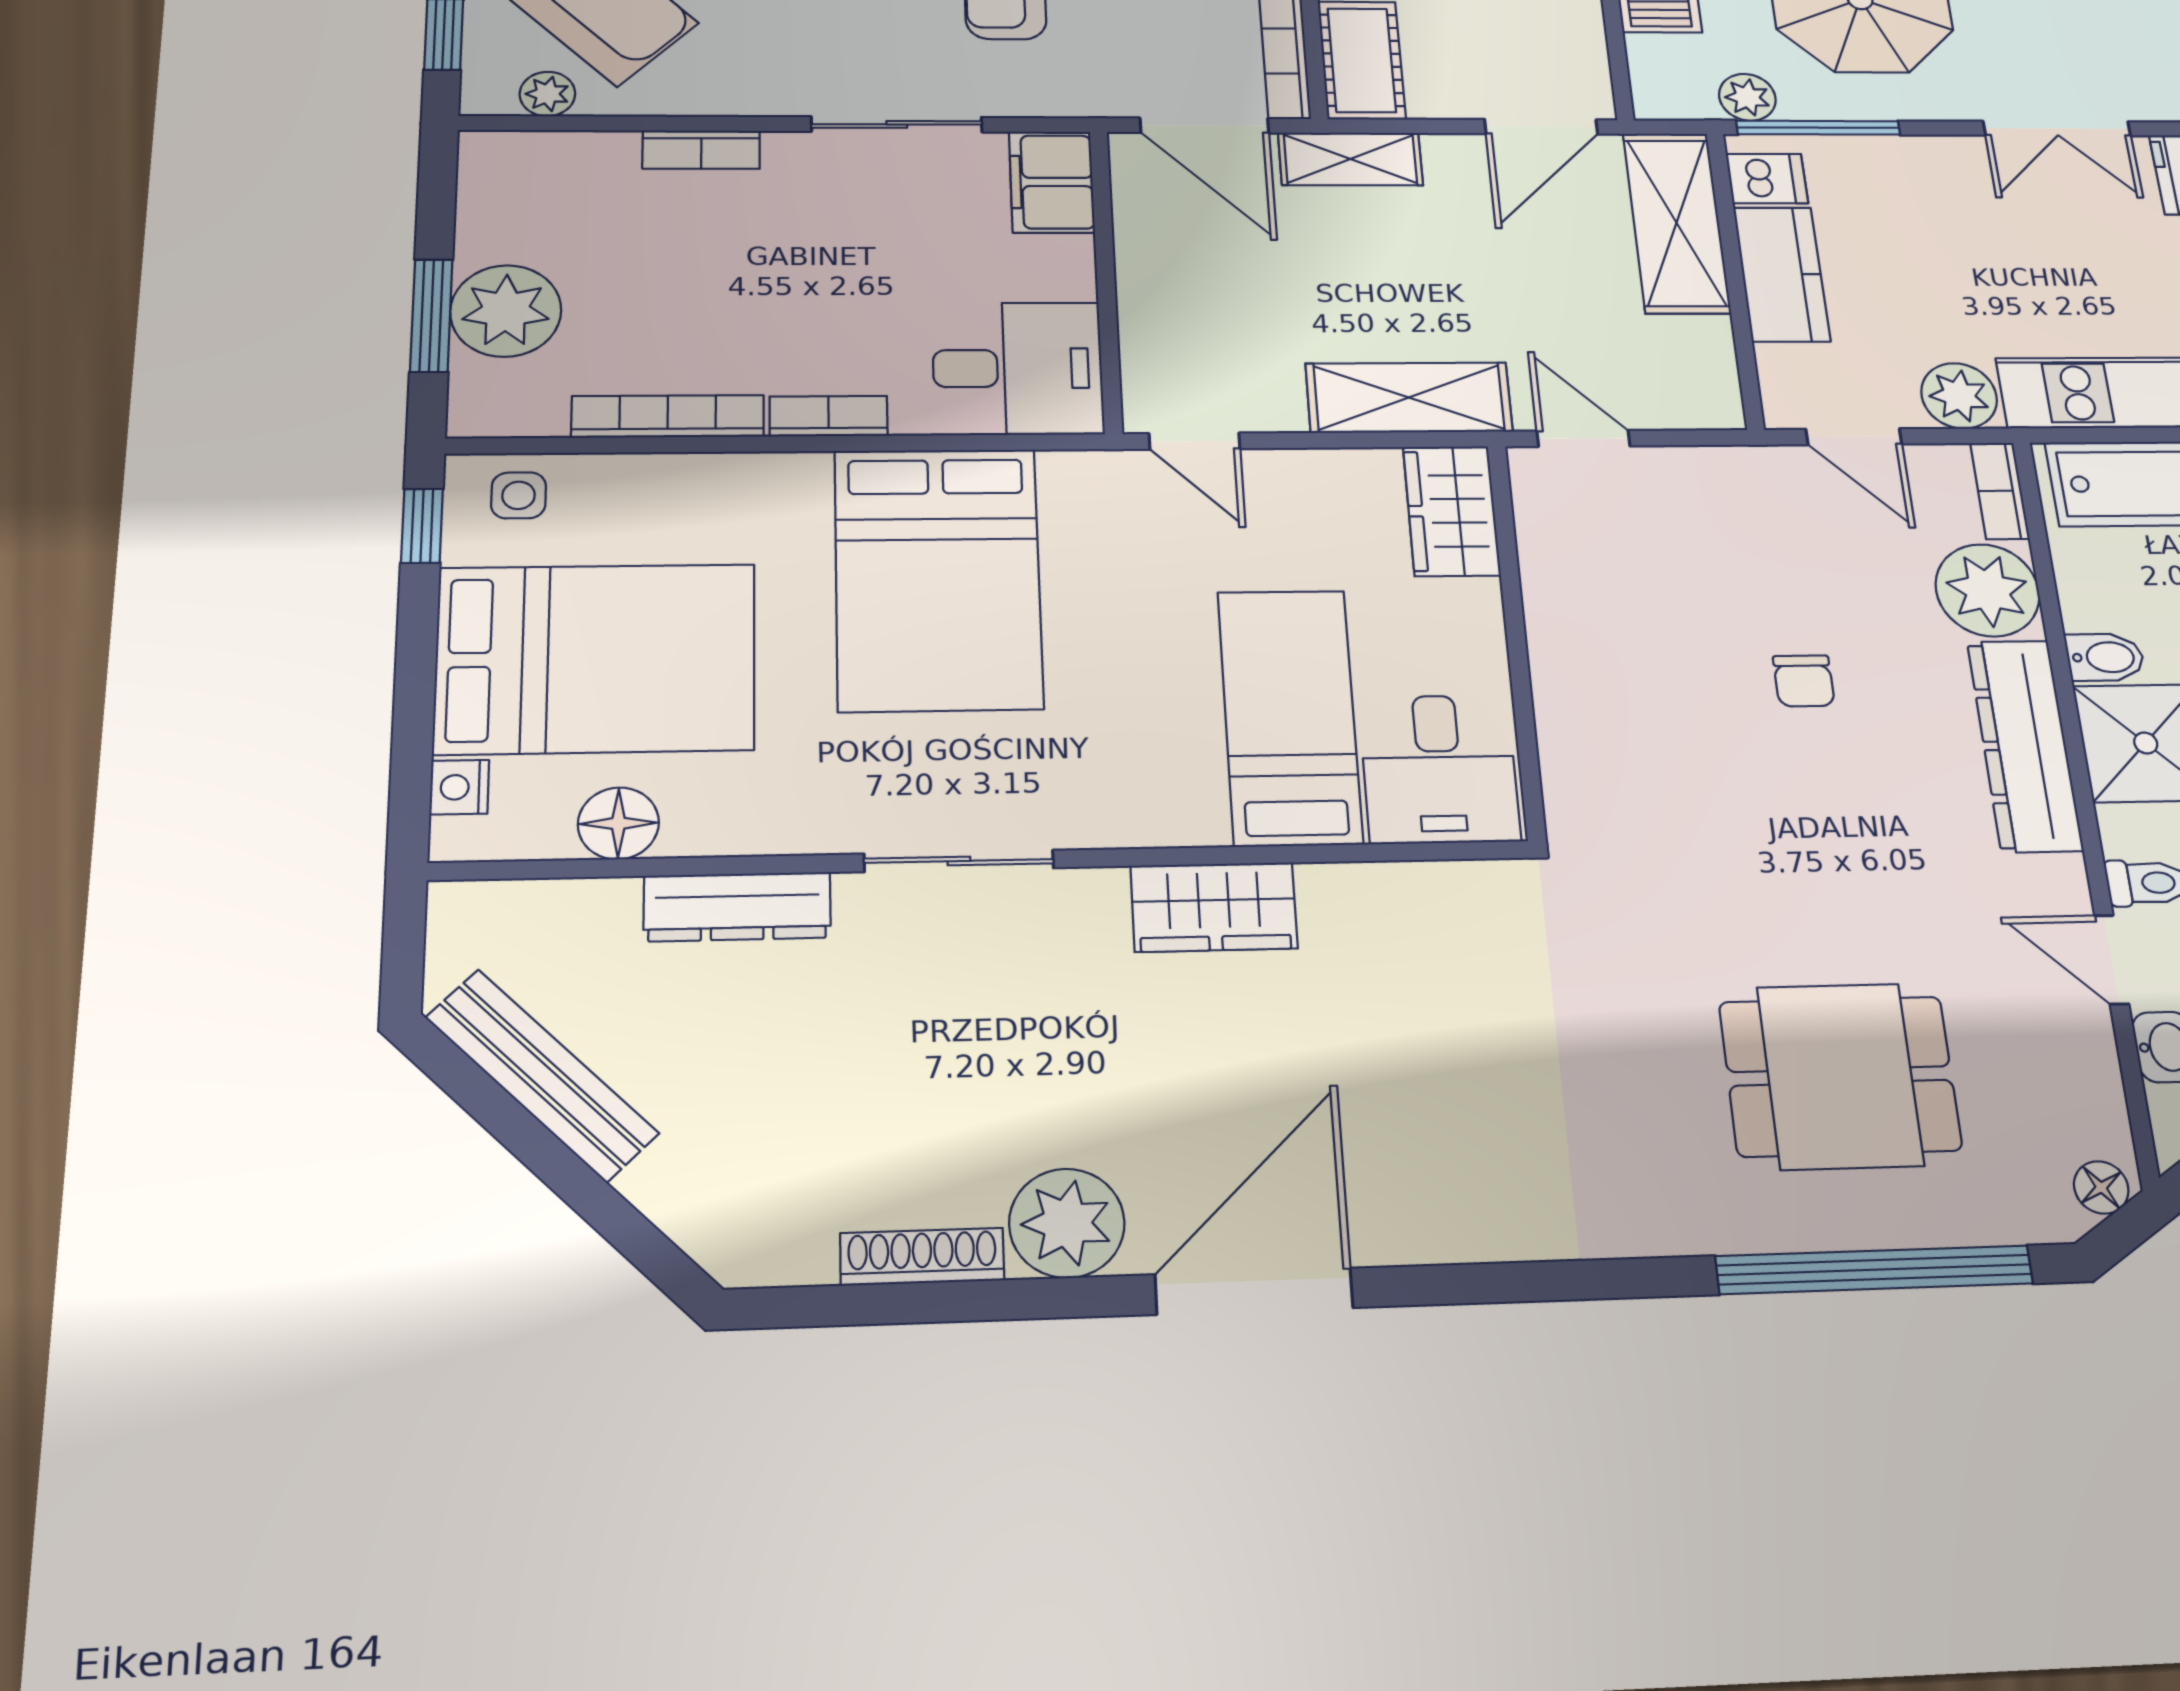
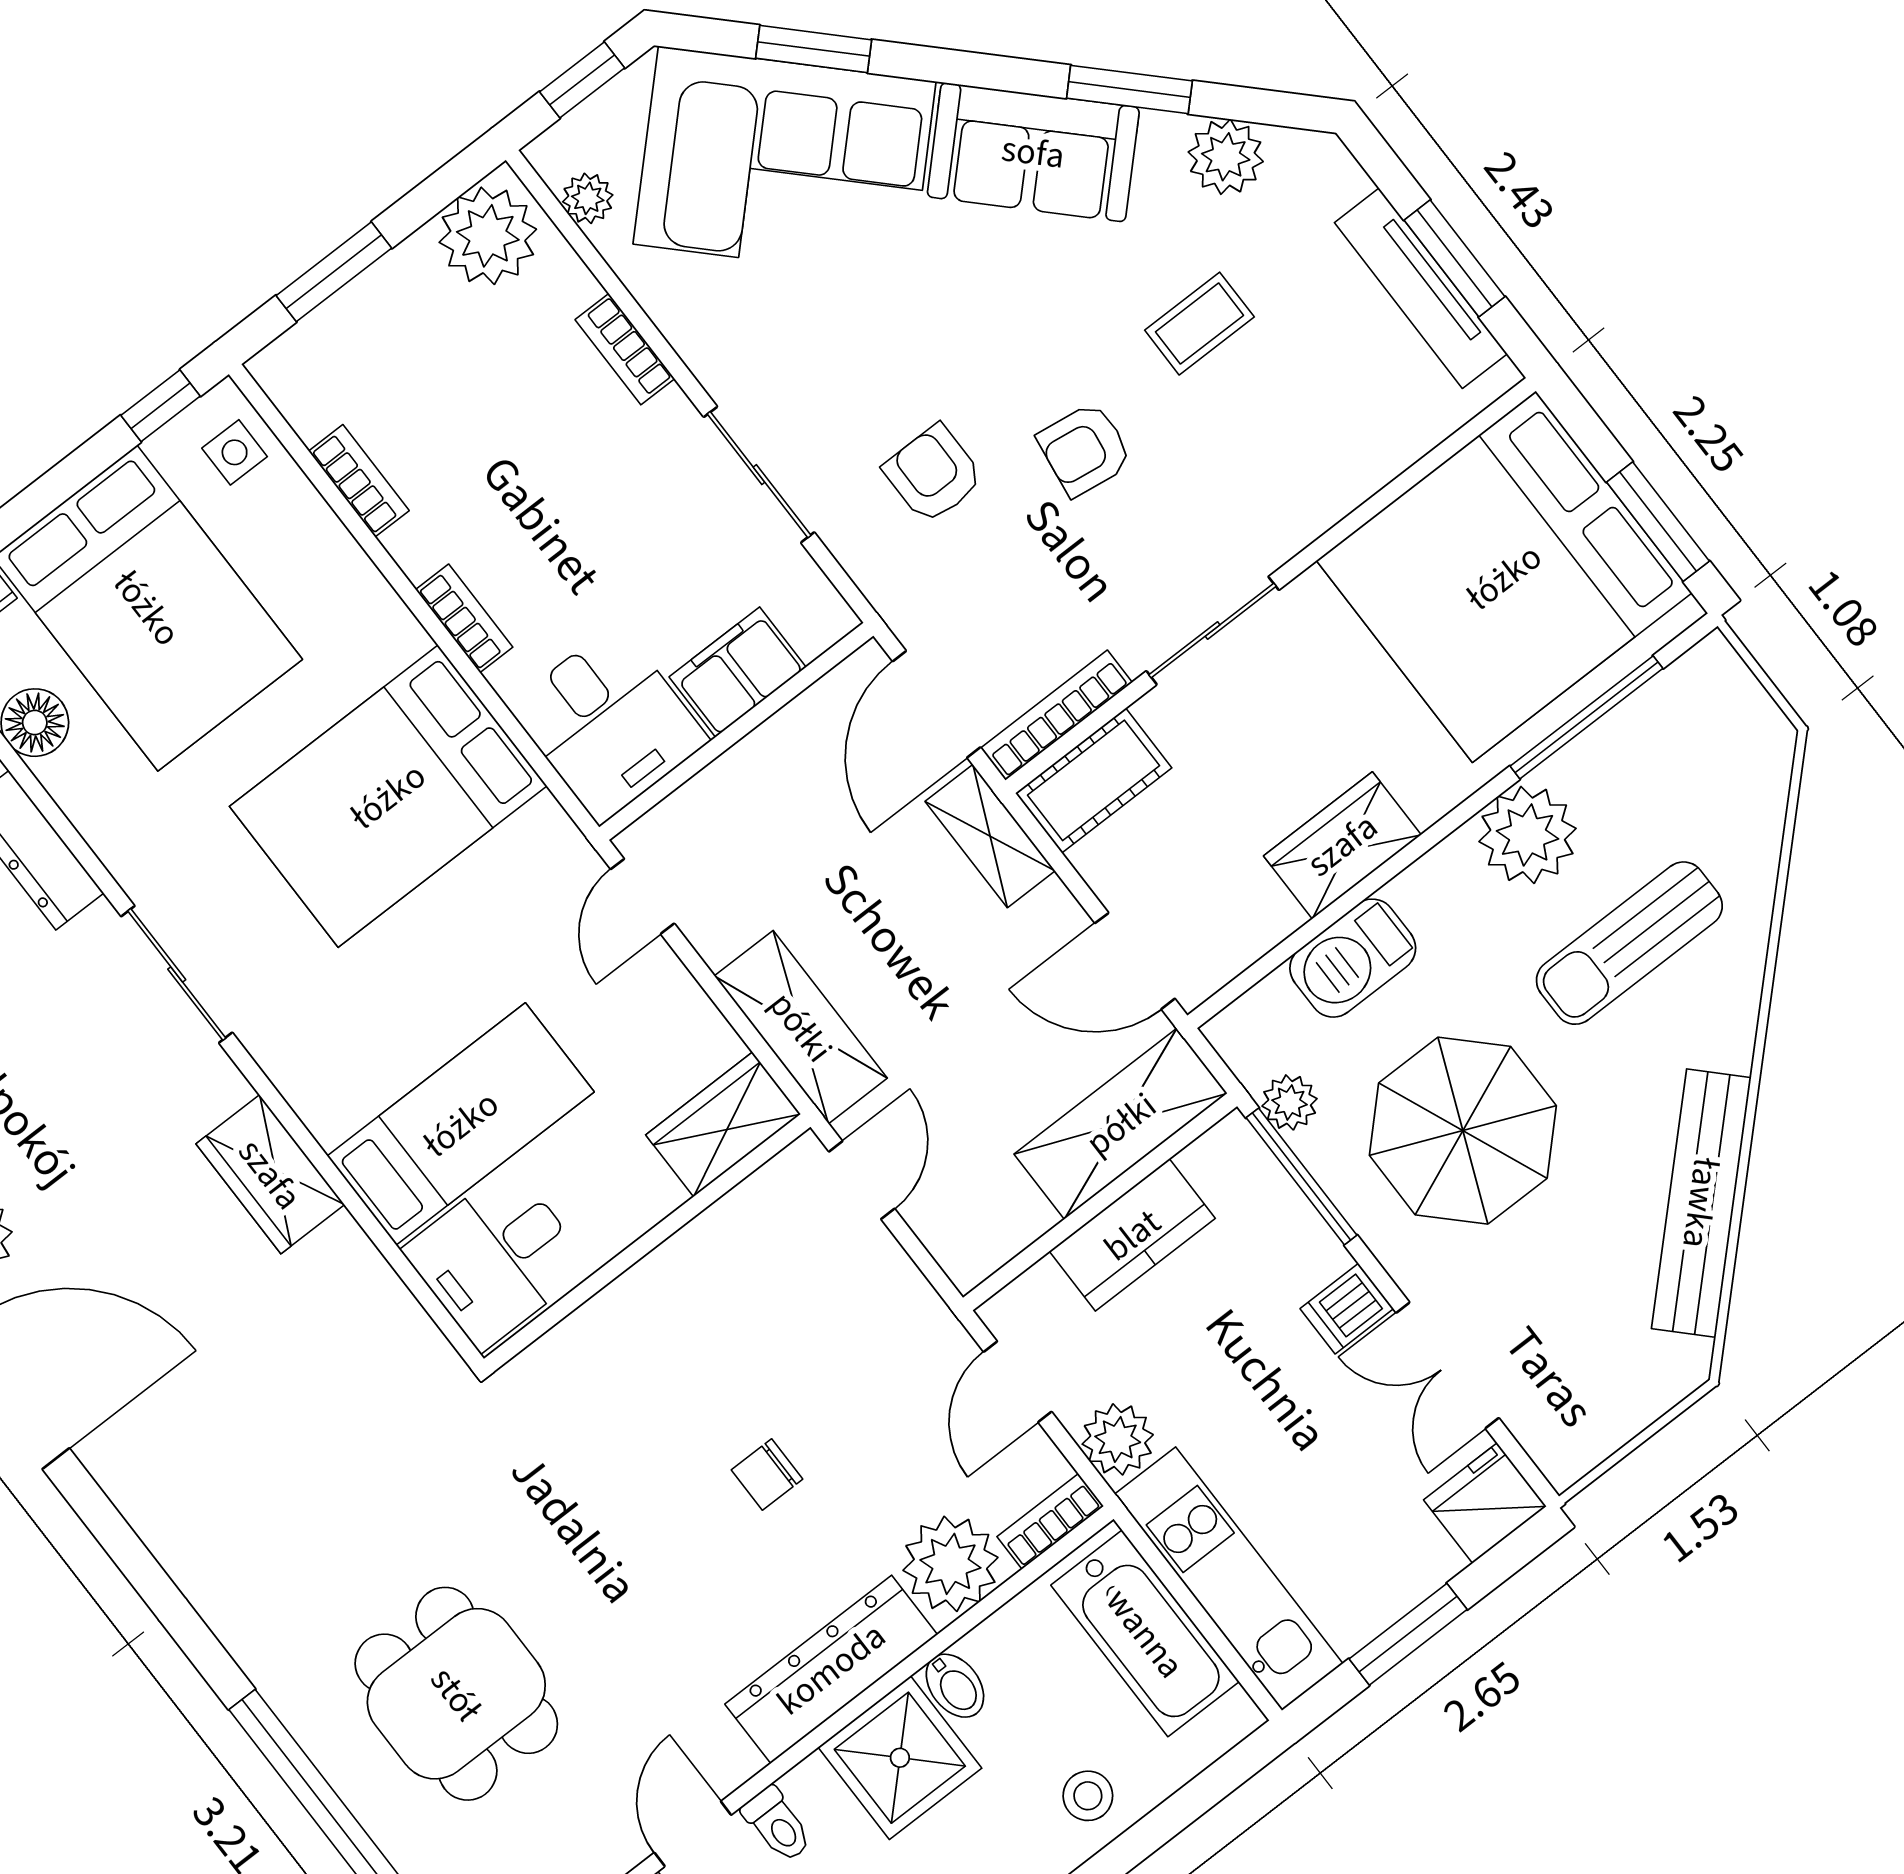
dishwasher: (1767, 179) -> (1347, 1309), moved, turned 90
filing cabinet: (1052, 182) -> (738, 672), moved
plant: (506, 311) -> (488, 236), moved
bookcase: (668, 416) -> (359, 481), width x0.64

